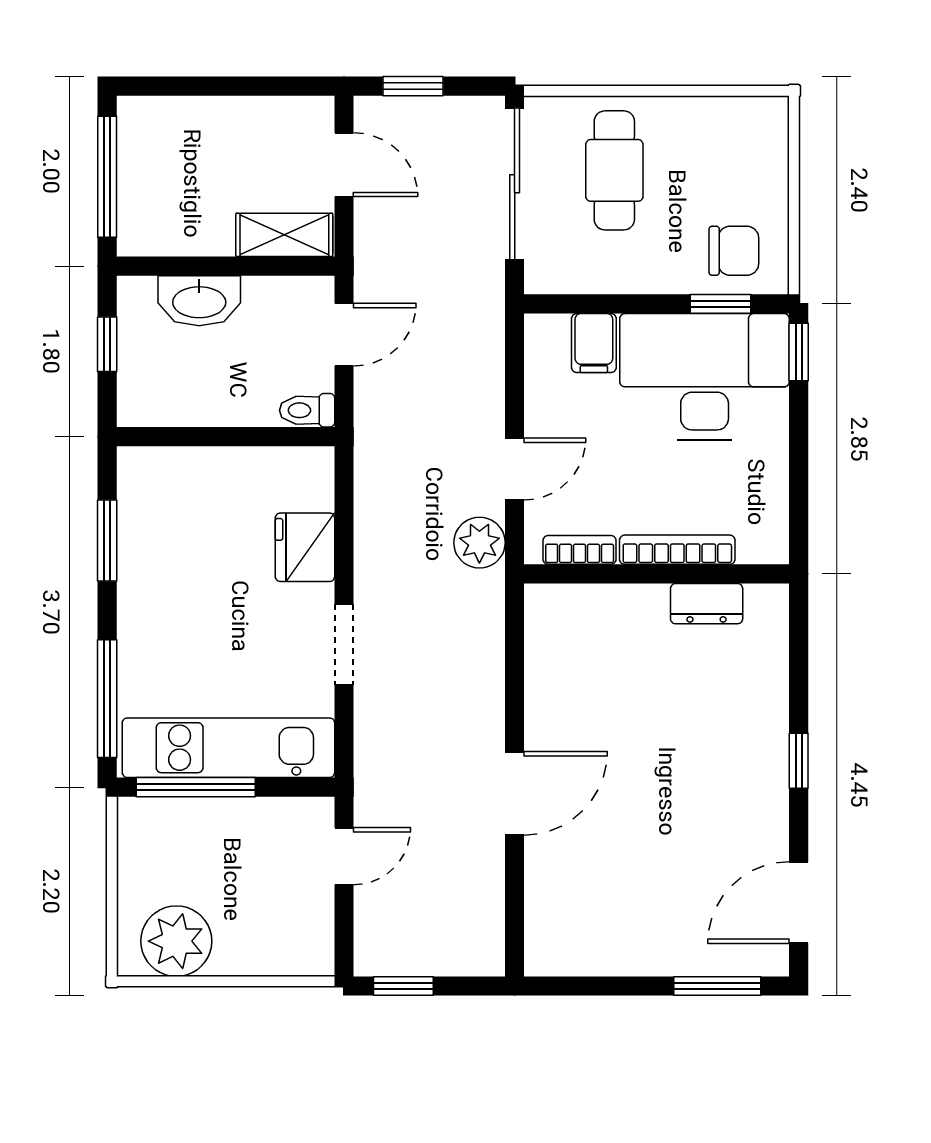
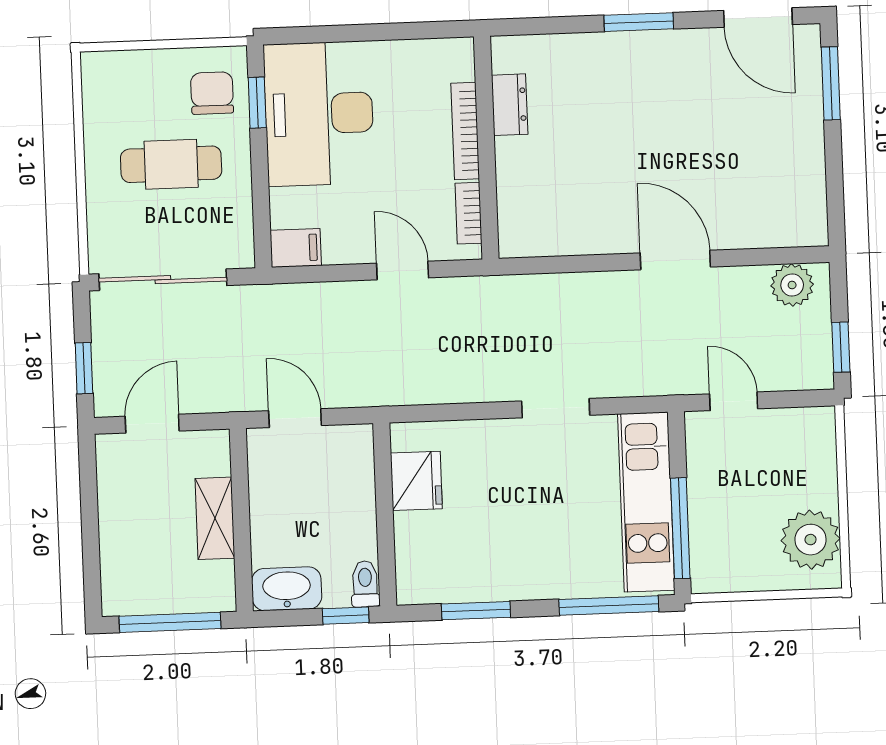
cafe table: (614, 170) -> (171, 164), moved
shelving: (284, 235) -> (215, 518), moved
washbasin: (199, 301) -> (287, 589), moved, turned -90
filing cabinet: (594, 343) -> (296, 248), moved
window: (107, 344) -> (346, 616), moved
window: (799, 352) -> (295, 35), removed
toilet: (307, 410) -> (365, 584), moved, turned 180
plant: (479, 543) -> (792, 285), moved
fridge: (305, 547) -> (416, 481), moved, turned -90
window: (799, 761) -> (639, 22), width x1.50

